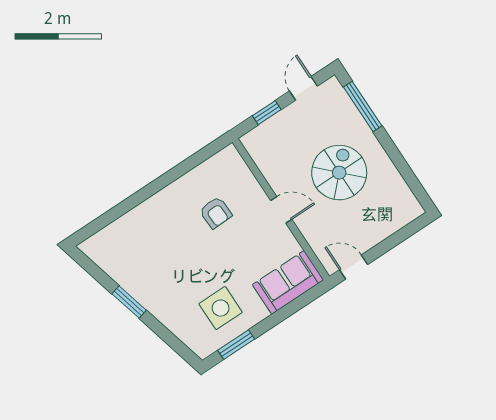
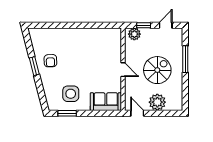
window: (363, 106) -> (185, 59), moved
plant: (261, 138) -> (134, 34), added
armchair: (216, 213) -> (50, 61), moved
plant: (375, 226) -> (157, 102), added

